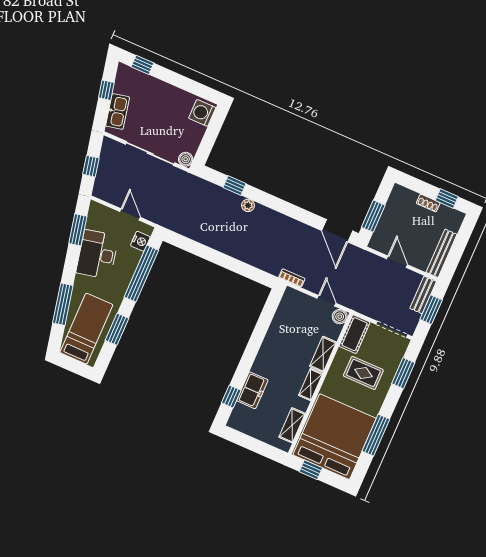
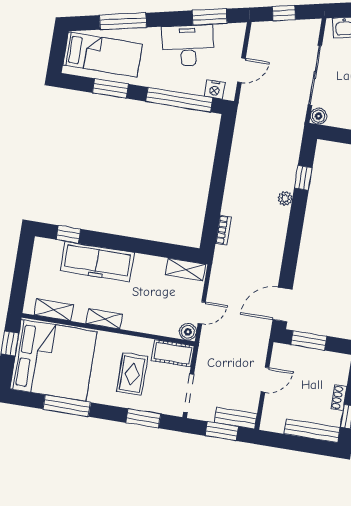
bench: (442, 253) -> (312, 431), moved
bookcase: (292, 278) -> (223, 230), moved
shelving: (323, 354) -> (186, 270), moved
freezer: (252, 390) -> (97, 262), width x1.91, depth x1.26

